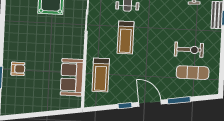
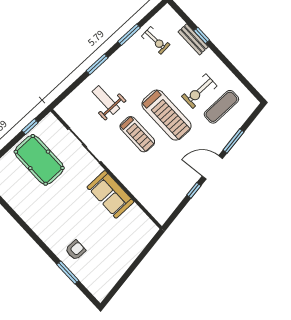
exercise bike: (189, 50) -> (199, 91), turned 180
treadmill: (101, 75) -> (167, 115), moved, width x1.37, depth x1.38
sofa: (72, 77) -> (110, 194), moved

